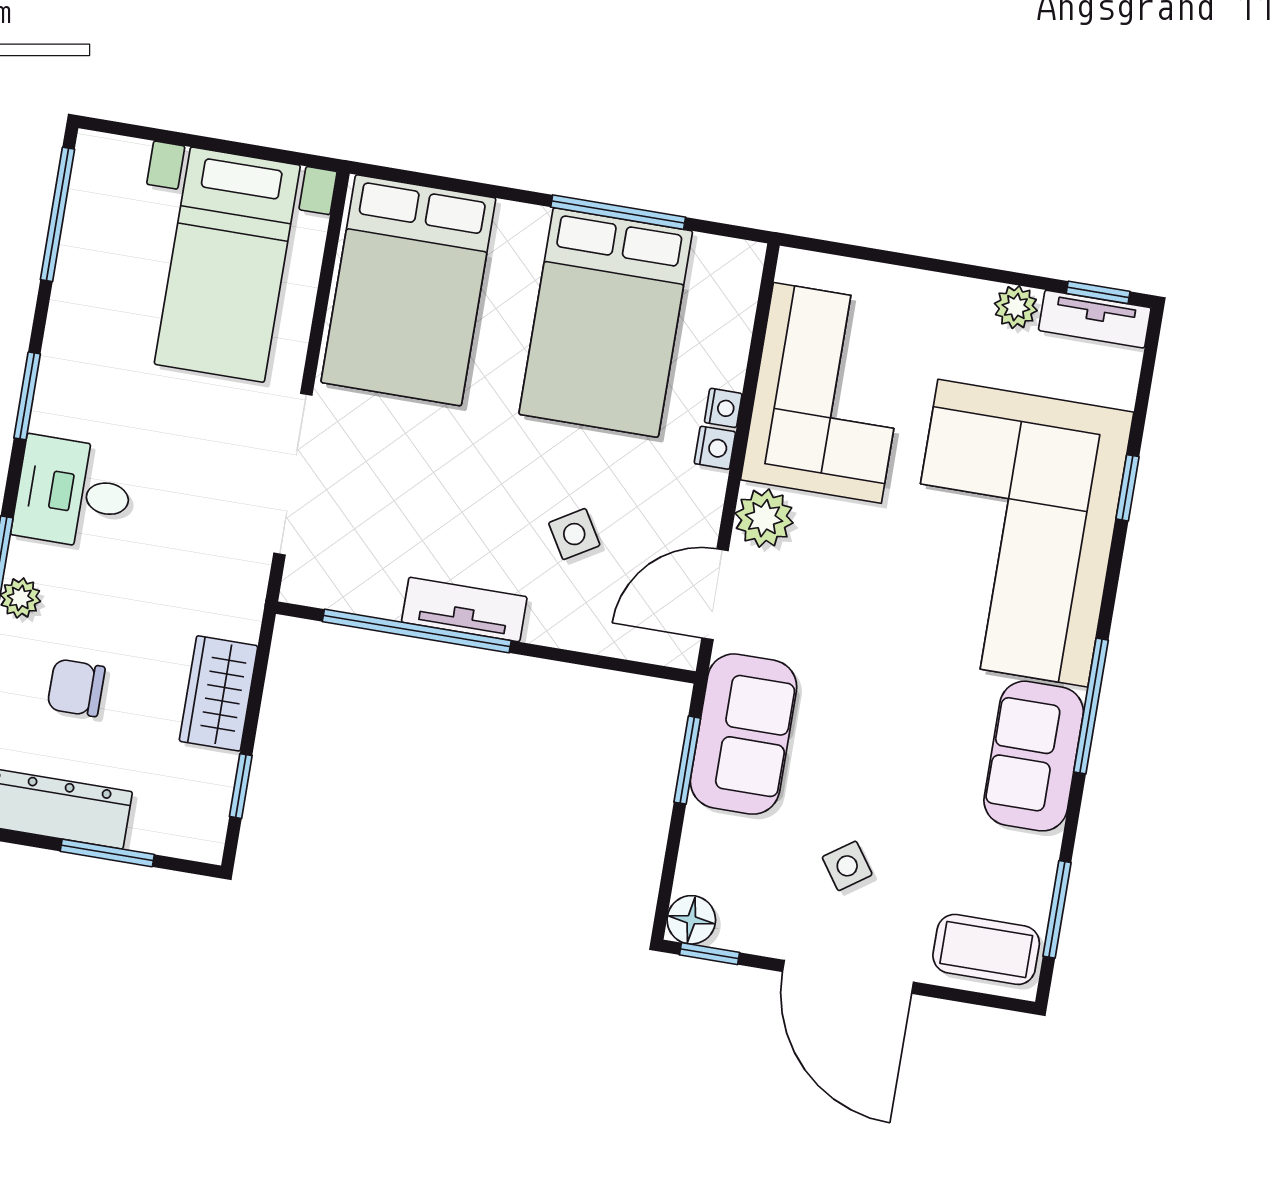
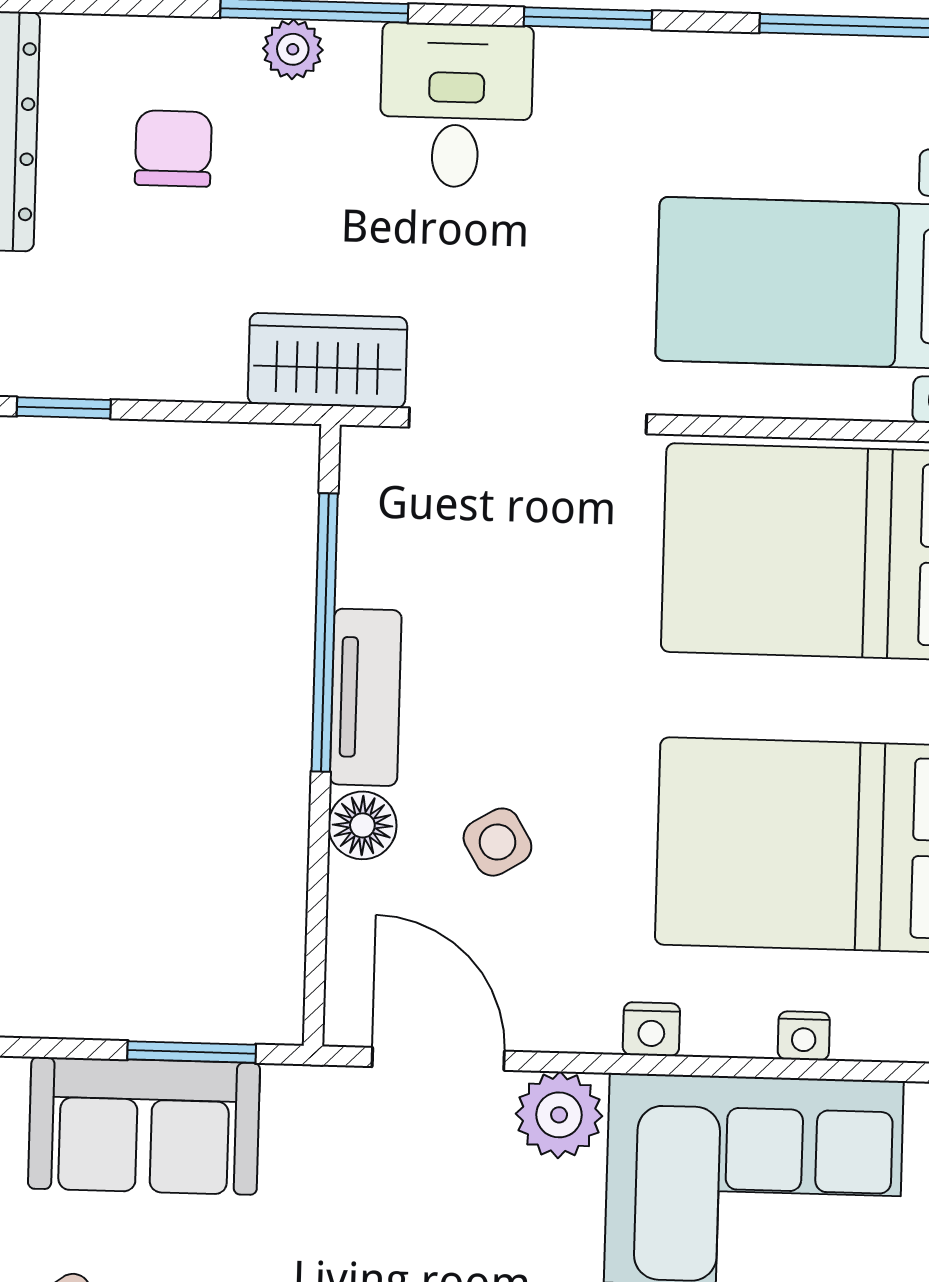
nightstand: (723, 408) -> (804, 1036), moved
floor lamp: (550, 624) -> (362, 825), added
wardrobe: (218, 693) -> (327, 360), moved
sofa: (744, 734) -> (144, 1126), moved

